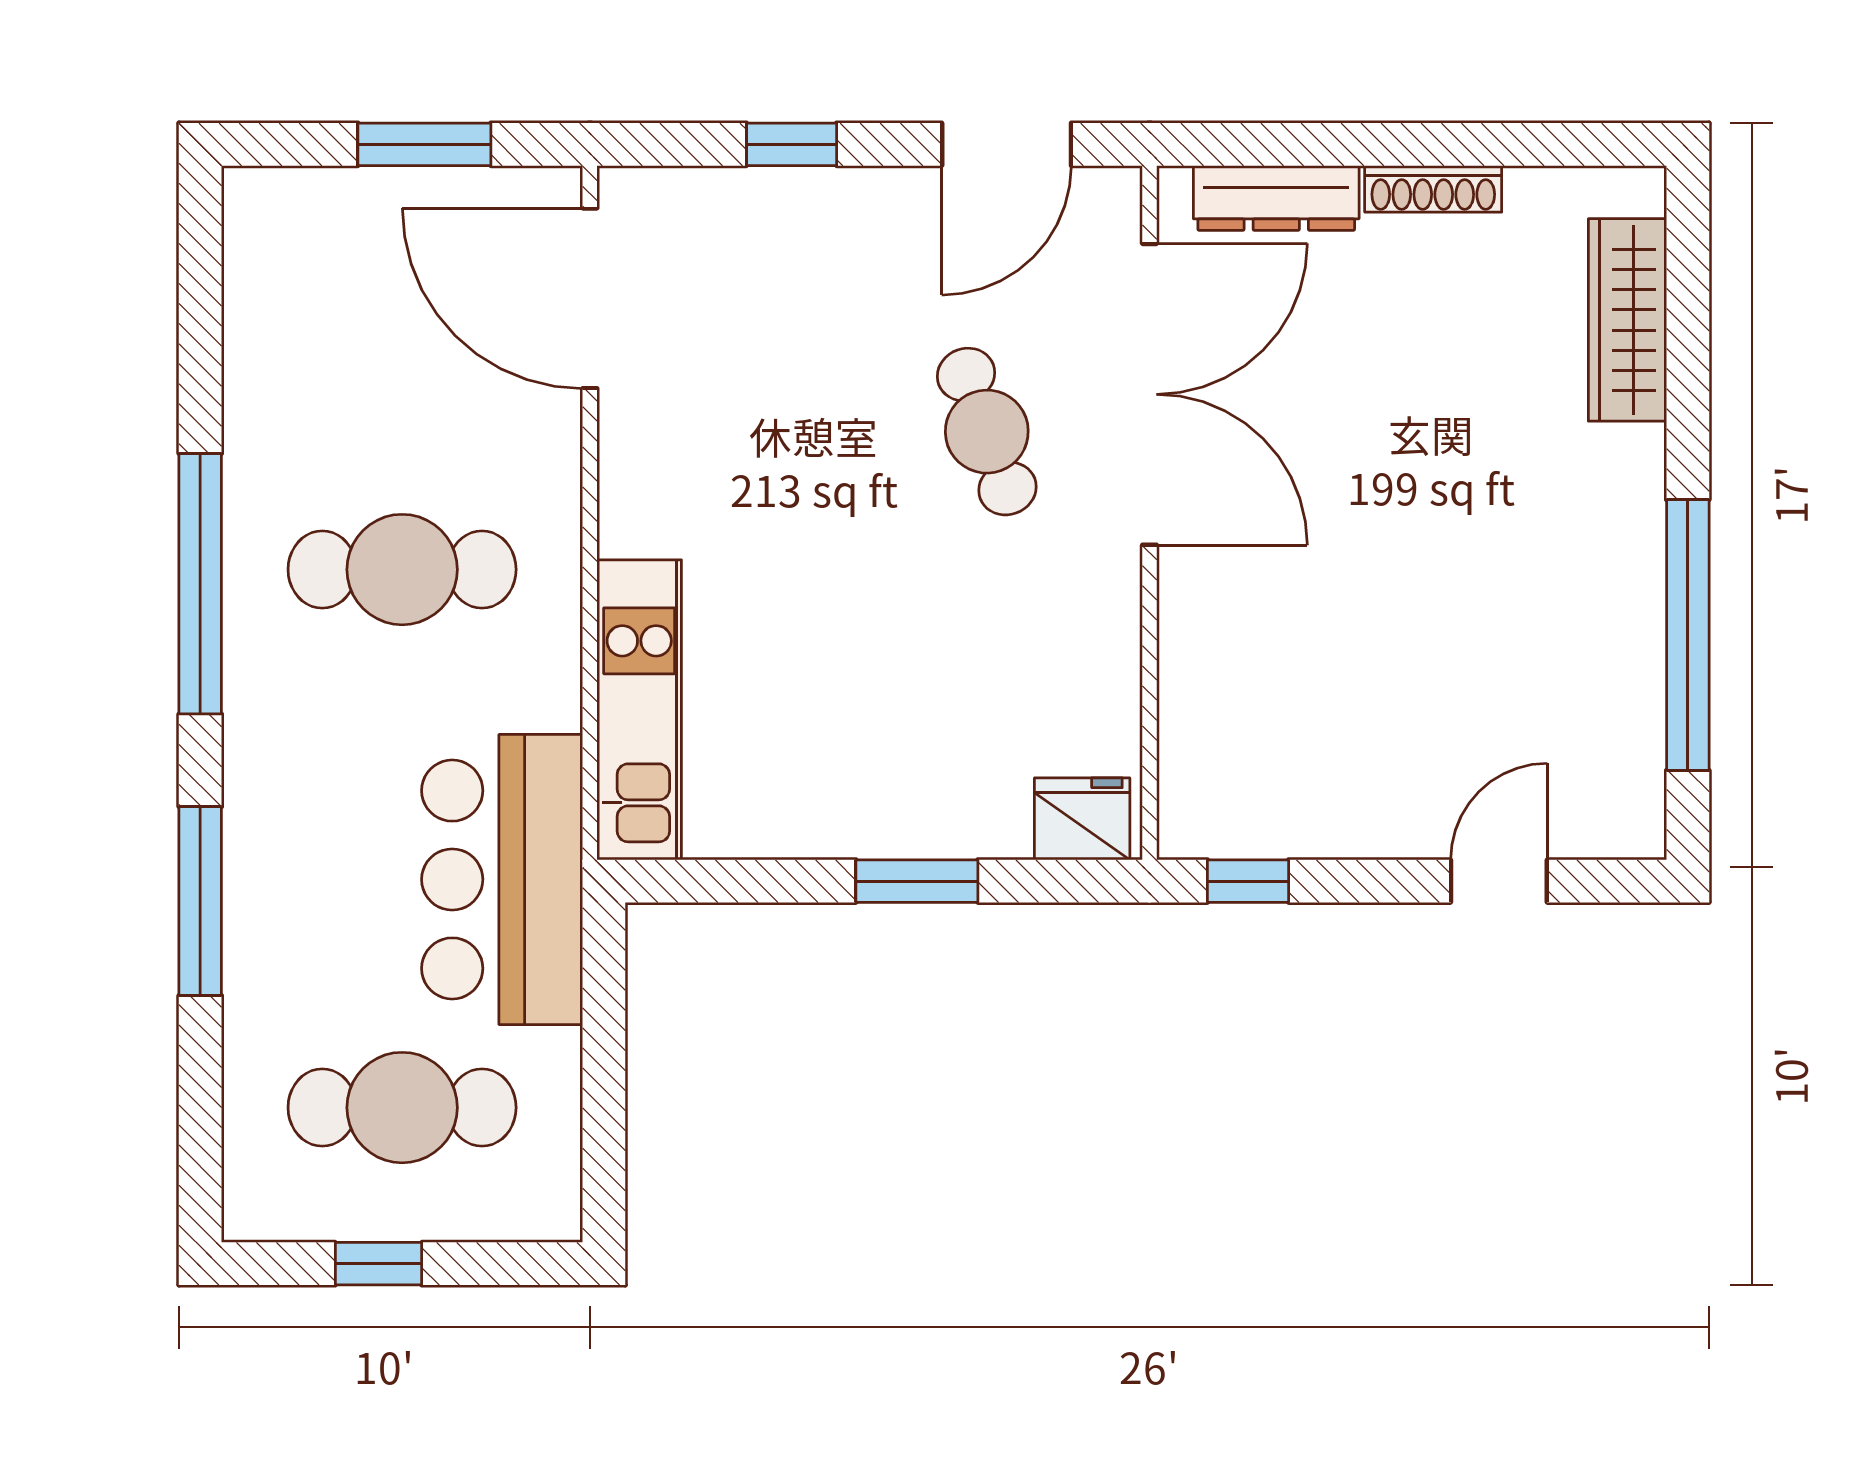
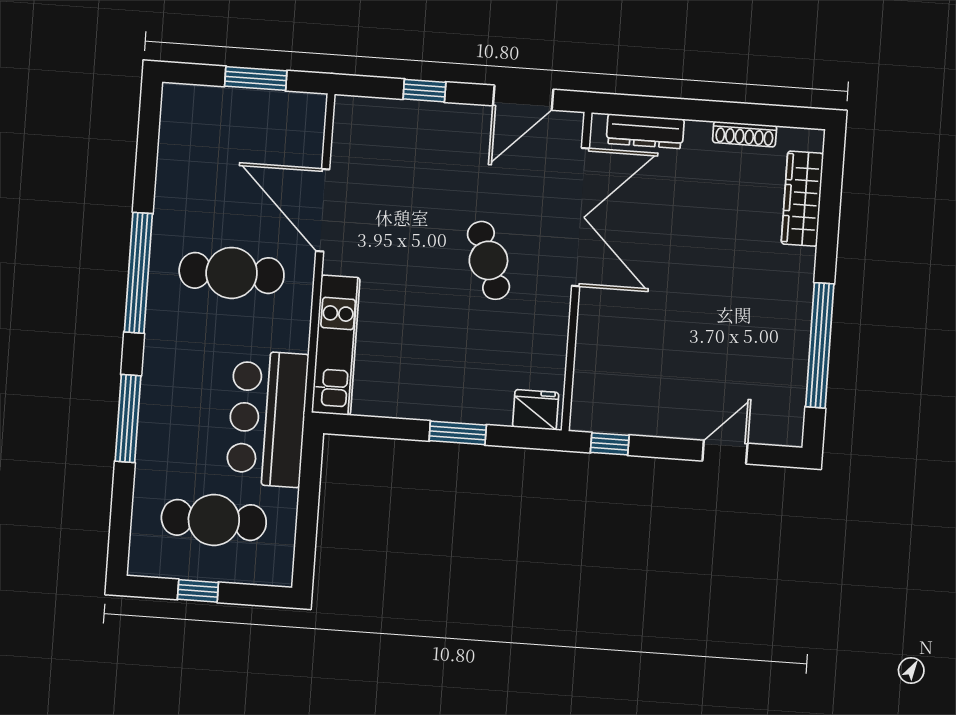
shoe rack: (1433, 189) -> (745, 134), moved
door: (590, 298) -> (323, 210), moved
cafe table: (987, 432) -> (488, 260), moved

